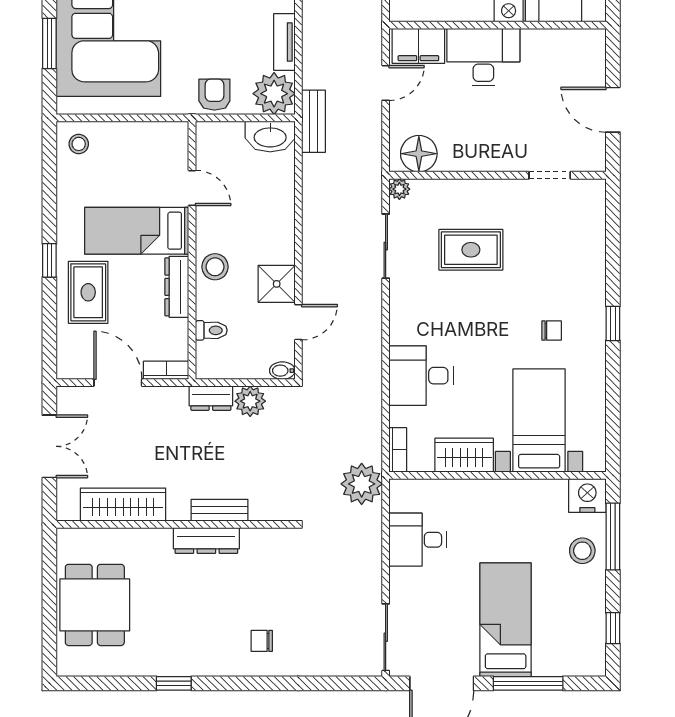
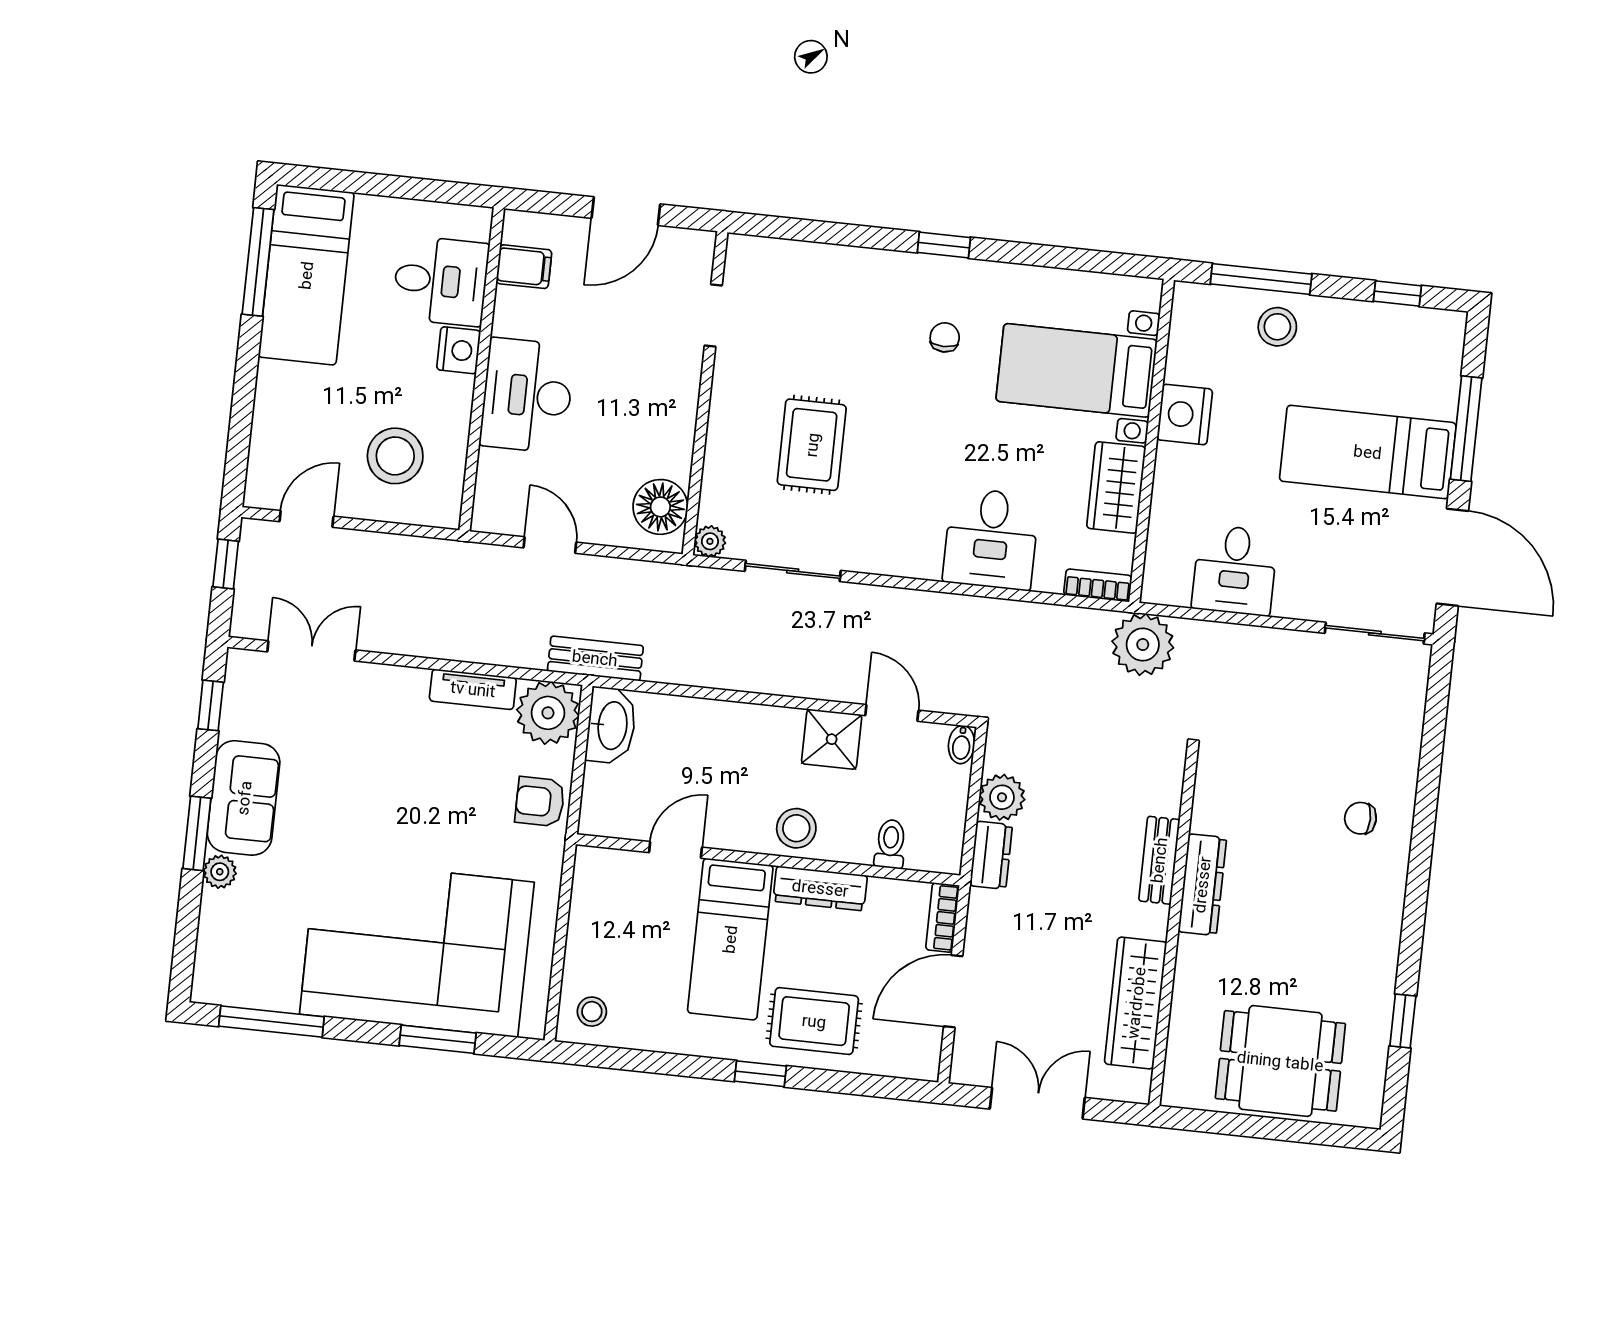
filing cabinet: (418, 46) -> (524, 267), moved, width x0.50
nightstand: (587, 495) -> (1185, 414), moved
chair: (262, 641) -> (1360, 818), turned 90
window: (174, 683) -> (1403, 1021), moved

